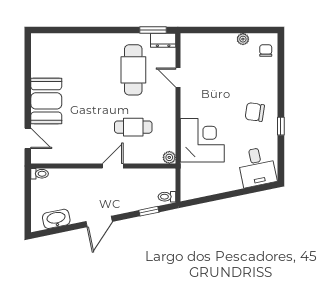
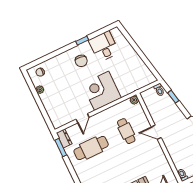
corner desk: (202, 140) -> (102, 91), moved
desk: (257, 167) -> (104, 46), moved, turned -78

